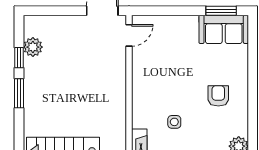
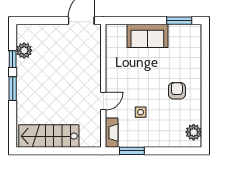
sofa: (224, 29) -> (147, 36), moved
door: (129, 35) -> (103, 101), moved

